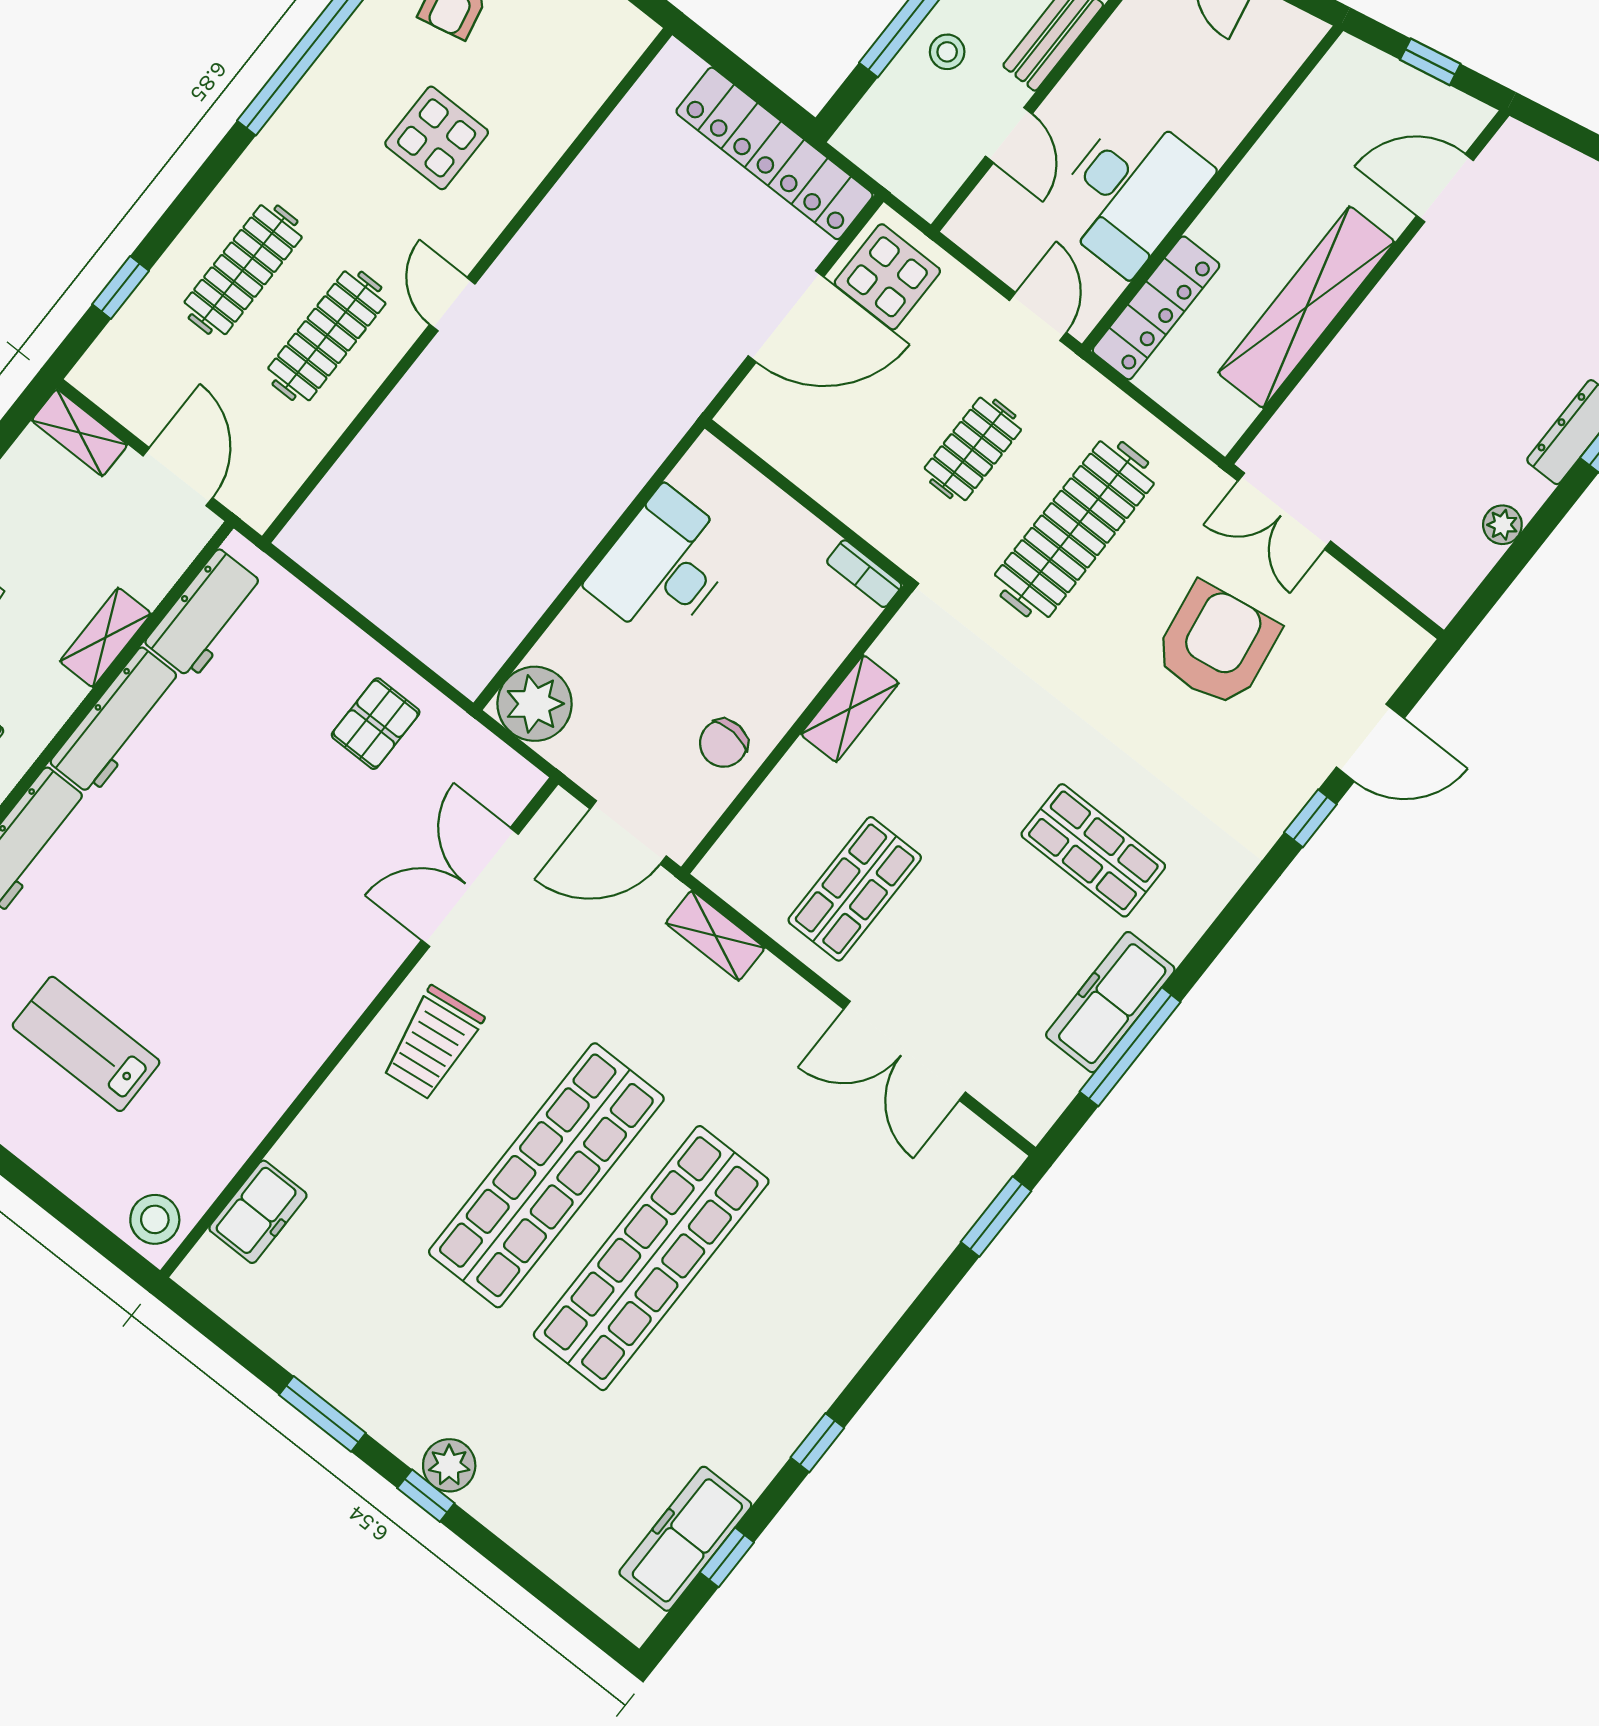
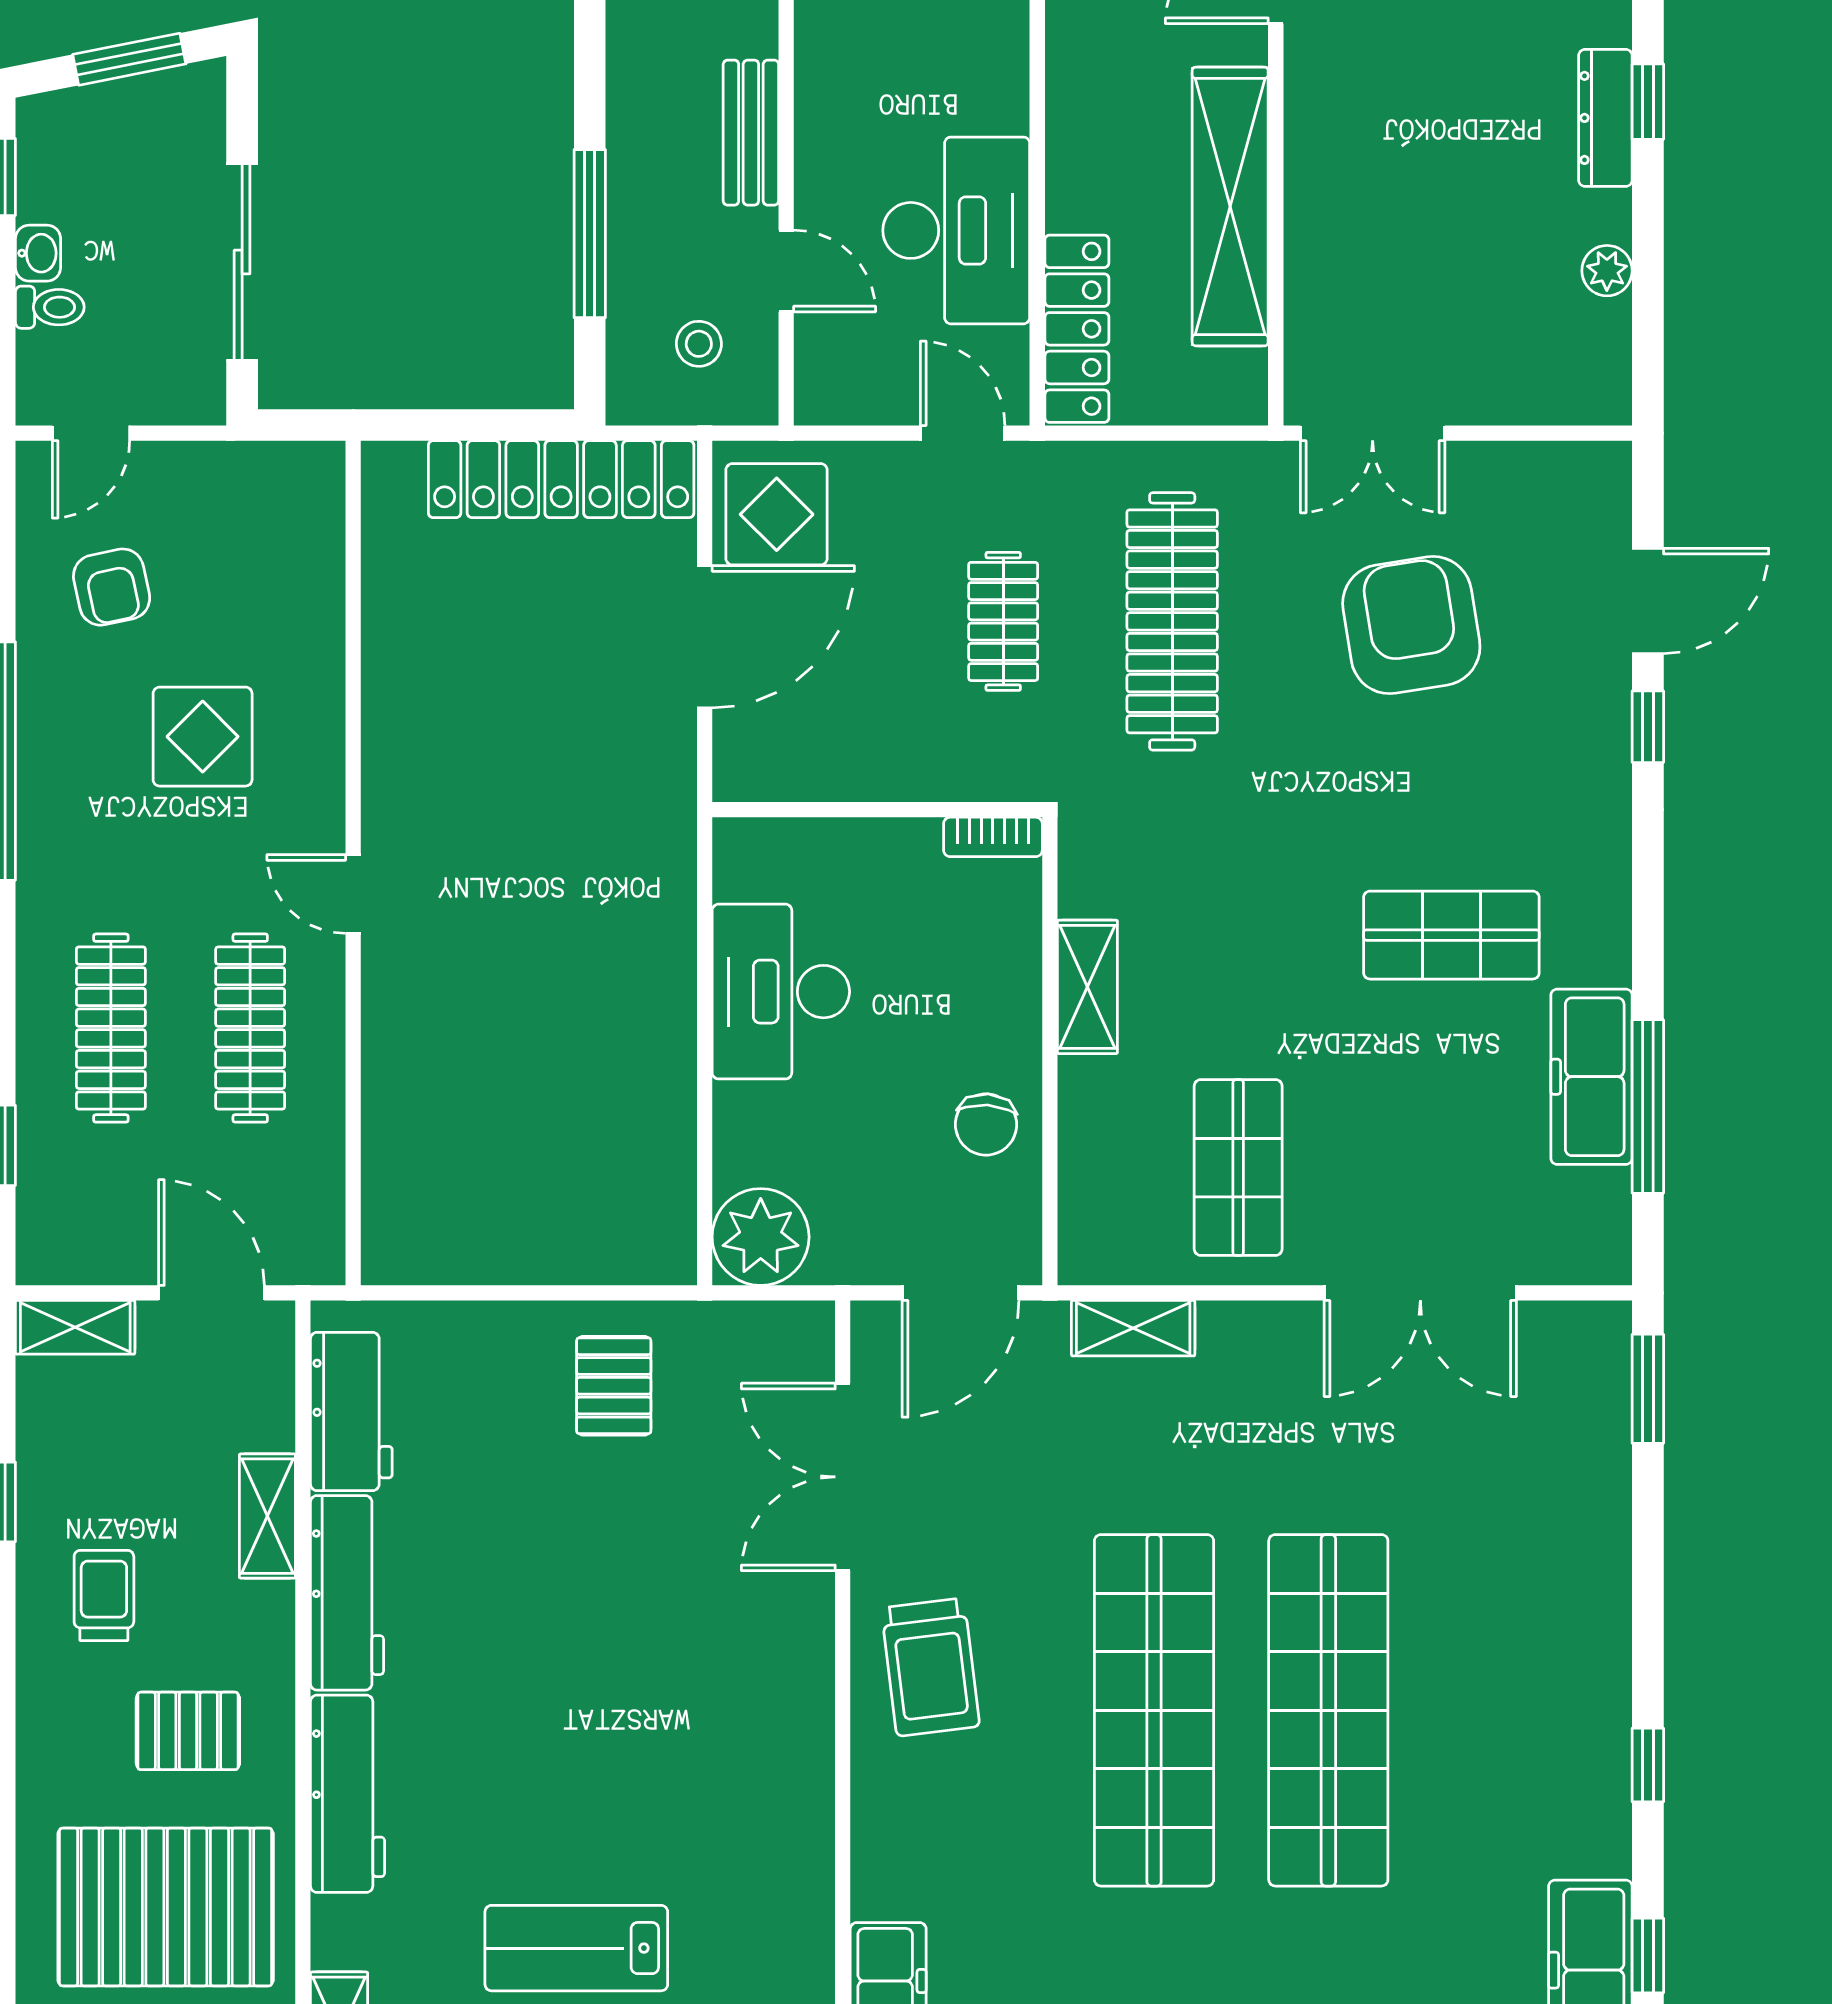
stool: (947, 52) -> (699, 344), moved

